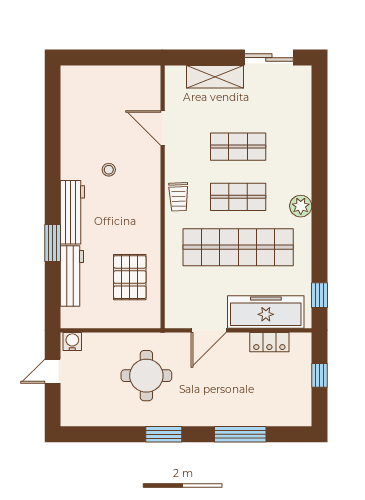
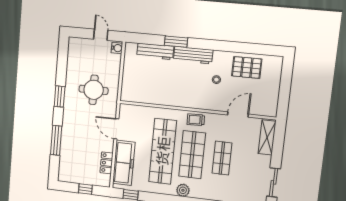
shelving: (215, 77) -> (267, 137), moved
shop shelf: (238, 197) -> (192, 155), width x1.43, depth x1.36
pallet: (130, 277) -> (247, 68), moved

